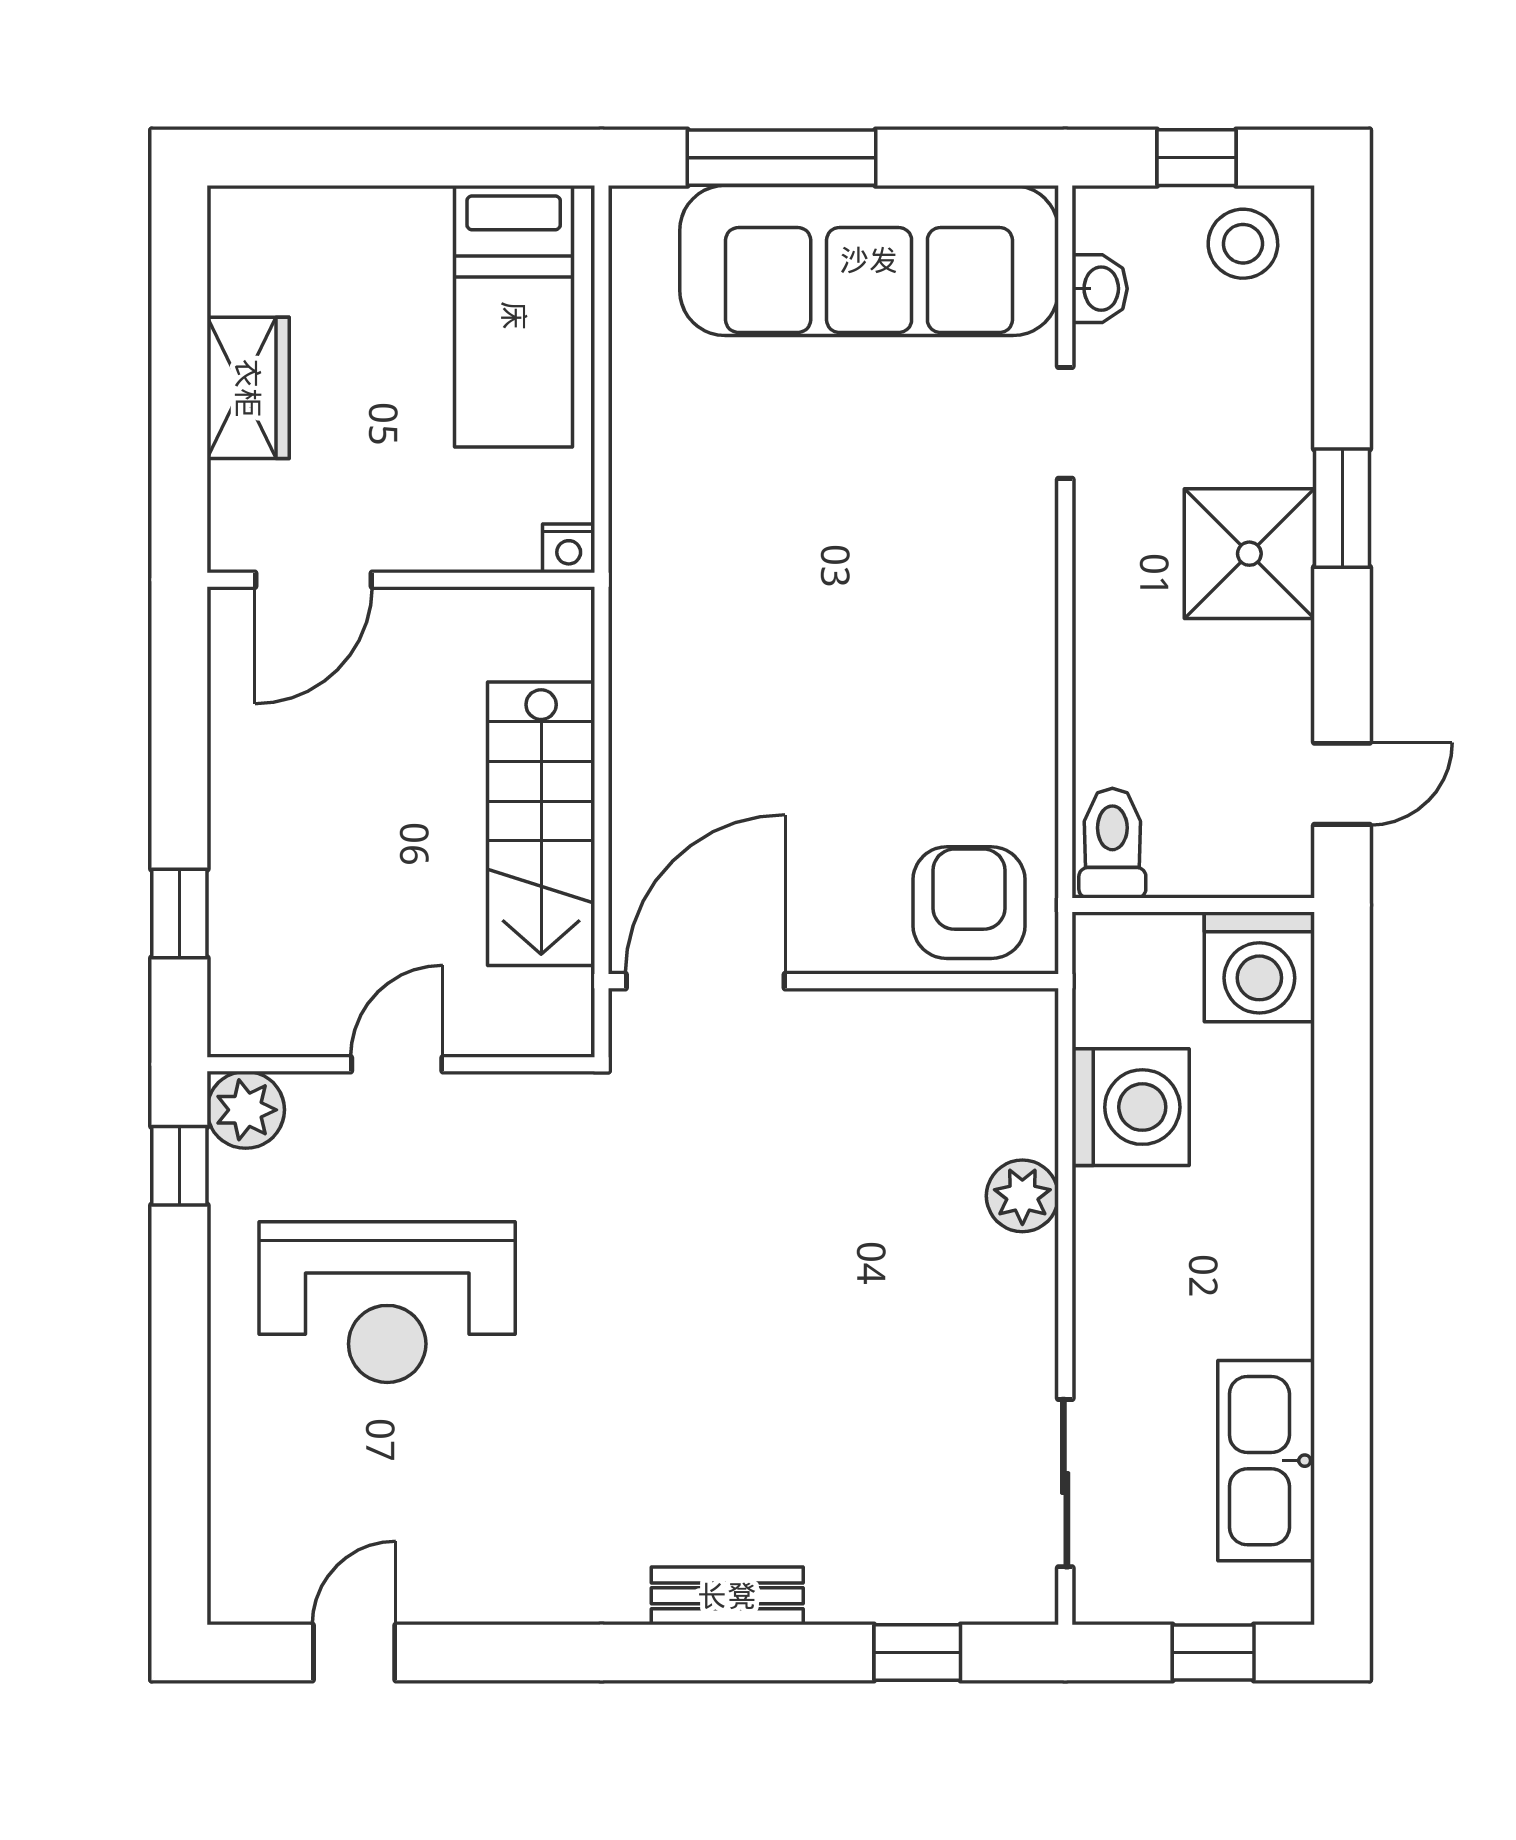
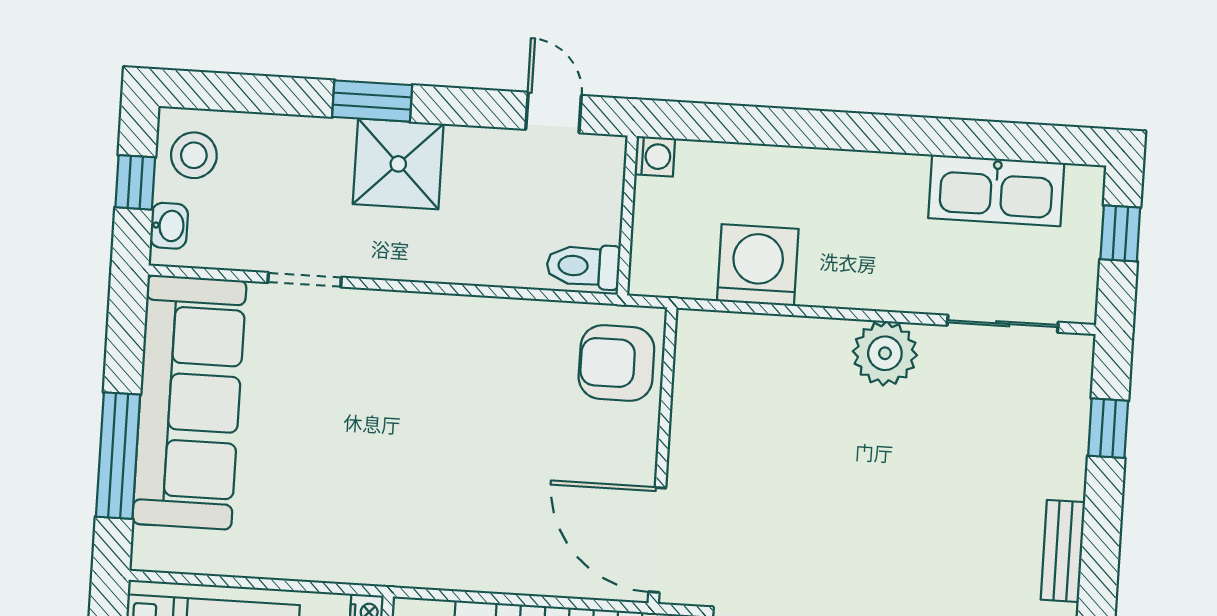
washbasin: (1100, 289) -> (169, 226), moved, turned 90
washing machine: (1259, 967) -> (655, 156), width x0.53, depth x0.53
plant: (1022, 1196) -> (885, 353), moved, width x1.36, depth x1.36

